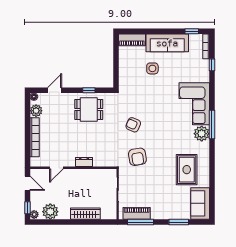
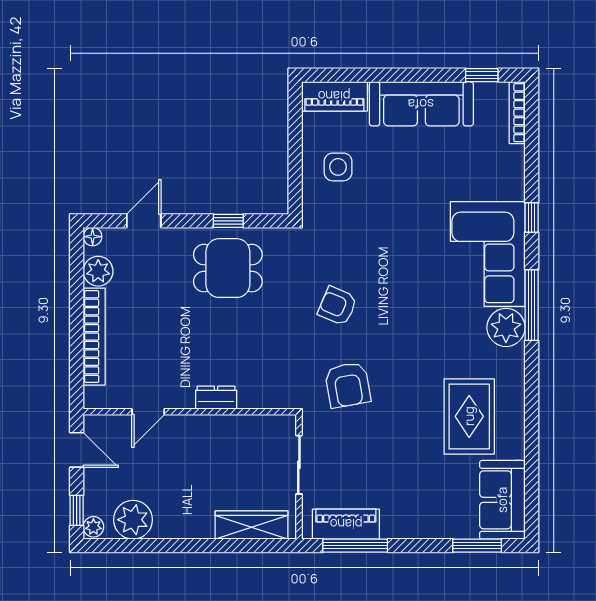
window: (212, 65) -> (532, 218), moved
side table: (152, 68) -> (338, 167), moved
wardrobe: (85, 214) -> (251, 525), moved
window: (179, 222) -> (477, 546), moved

